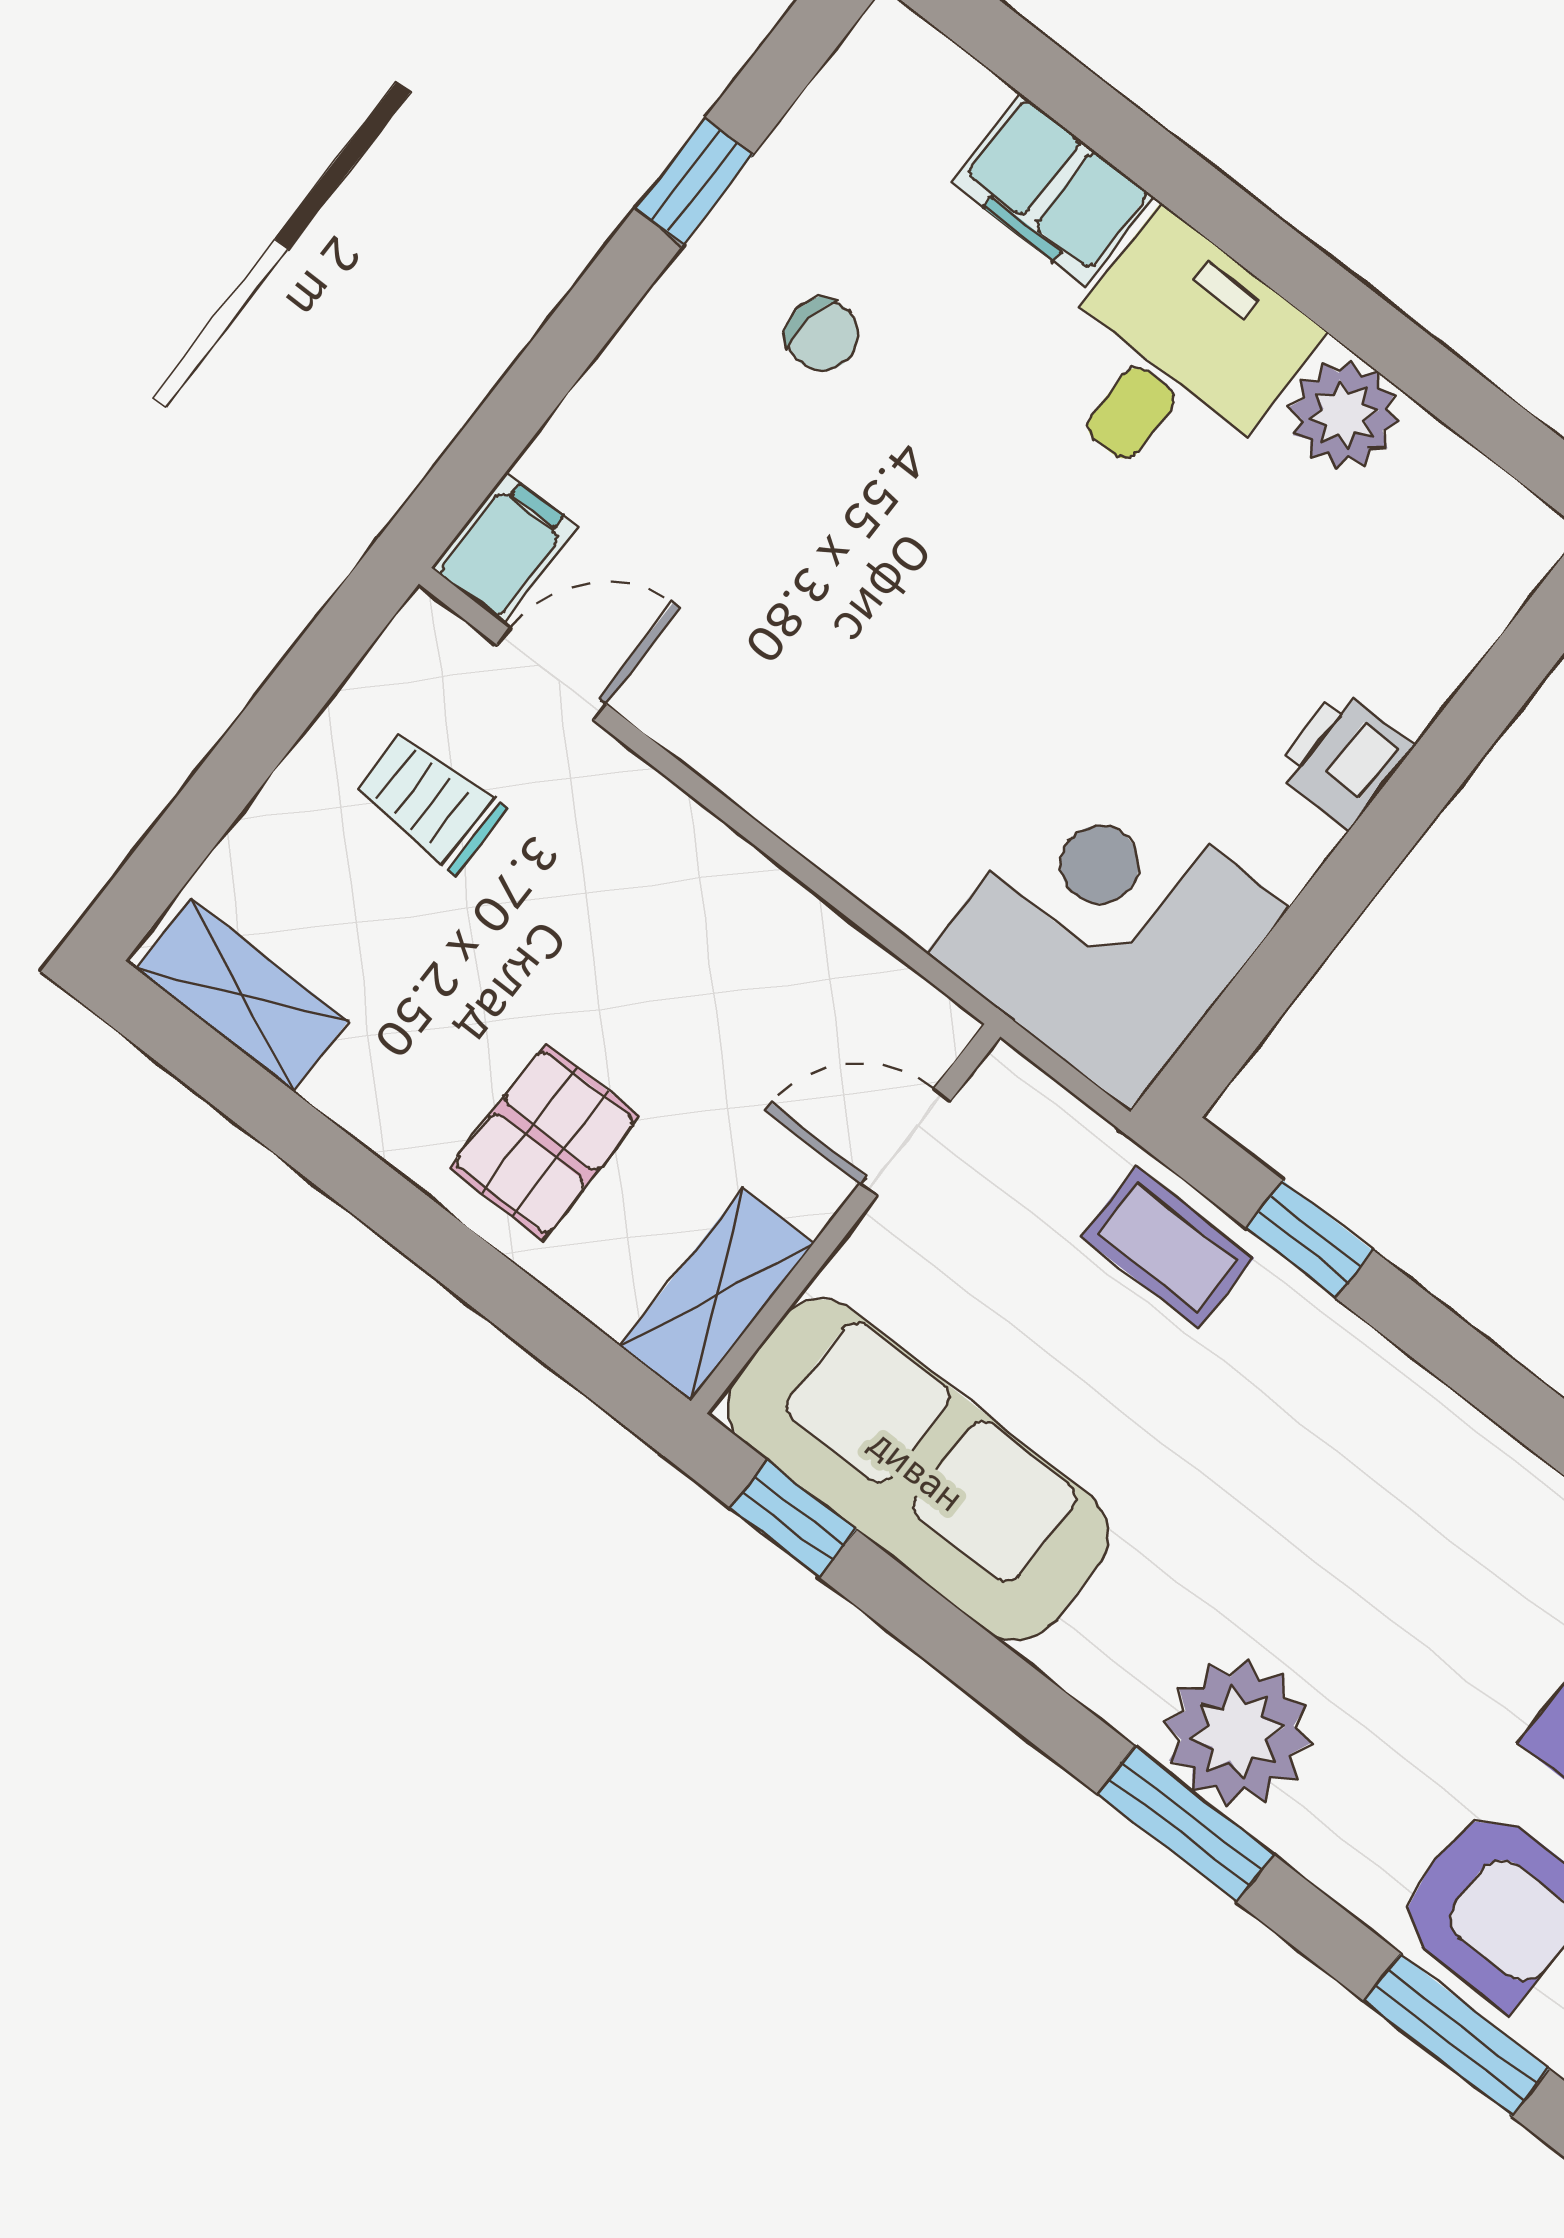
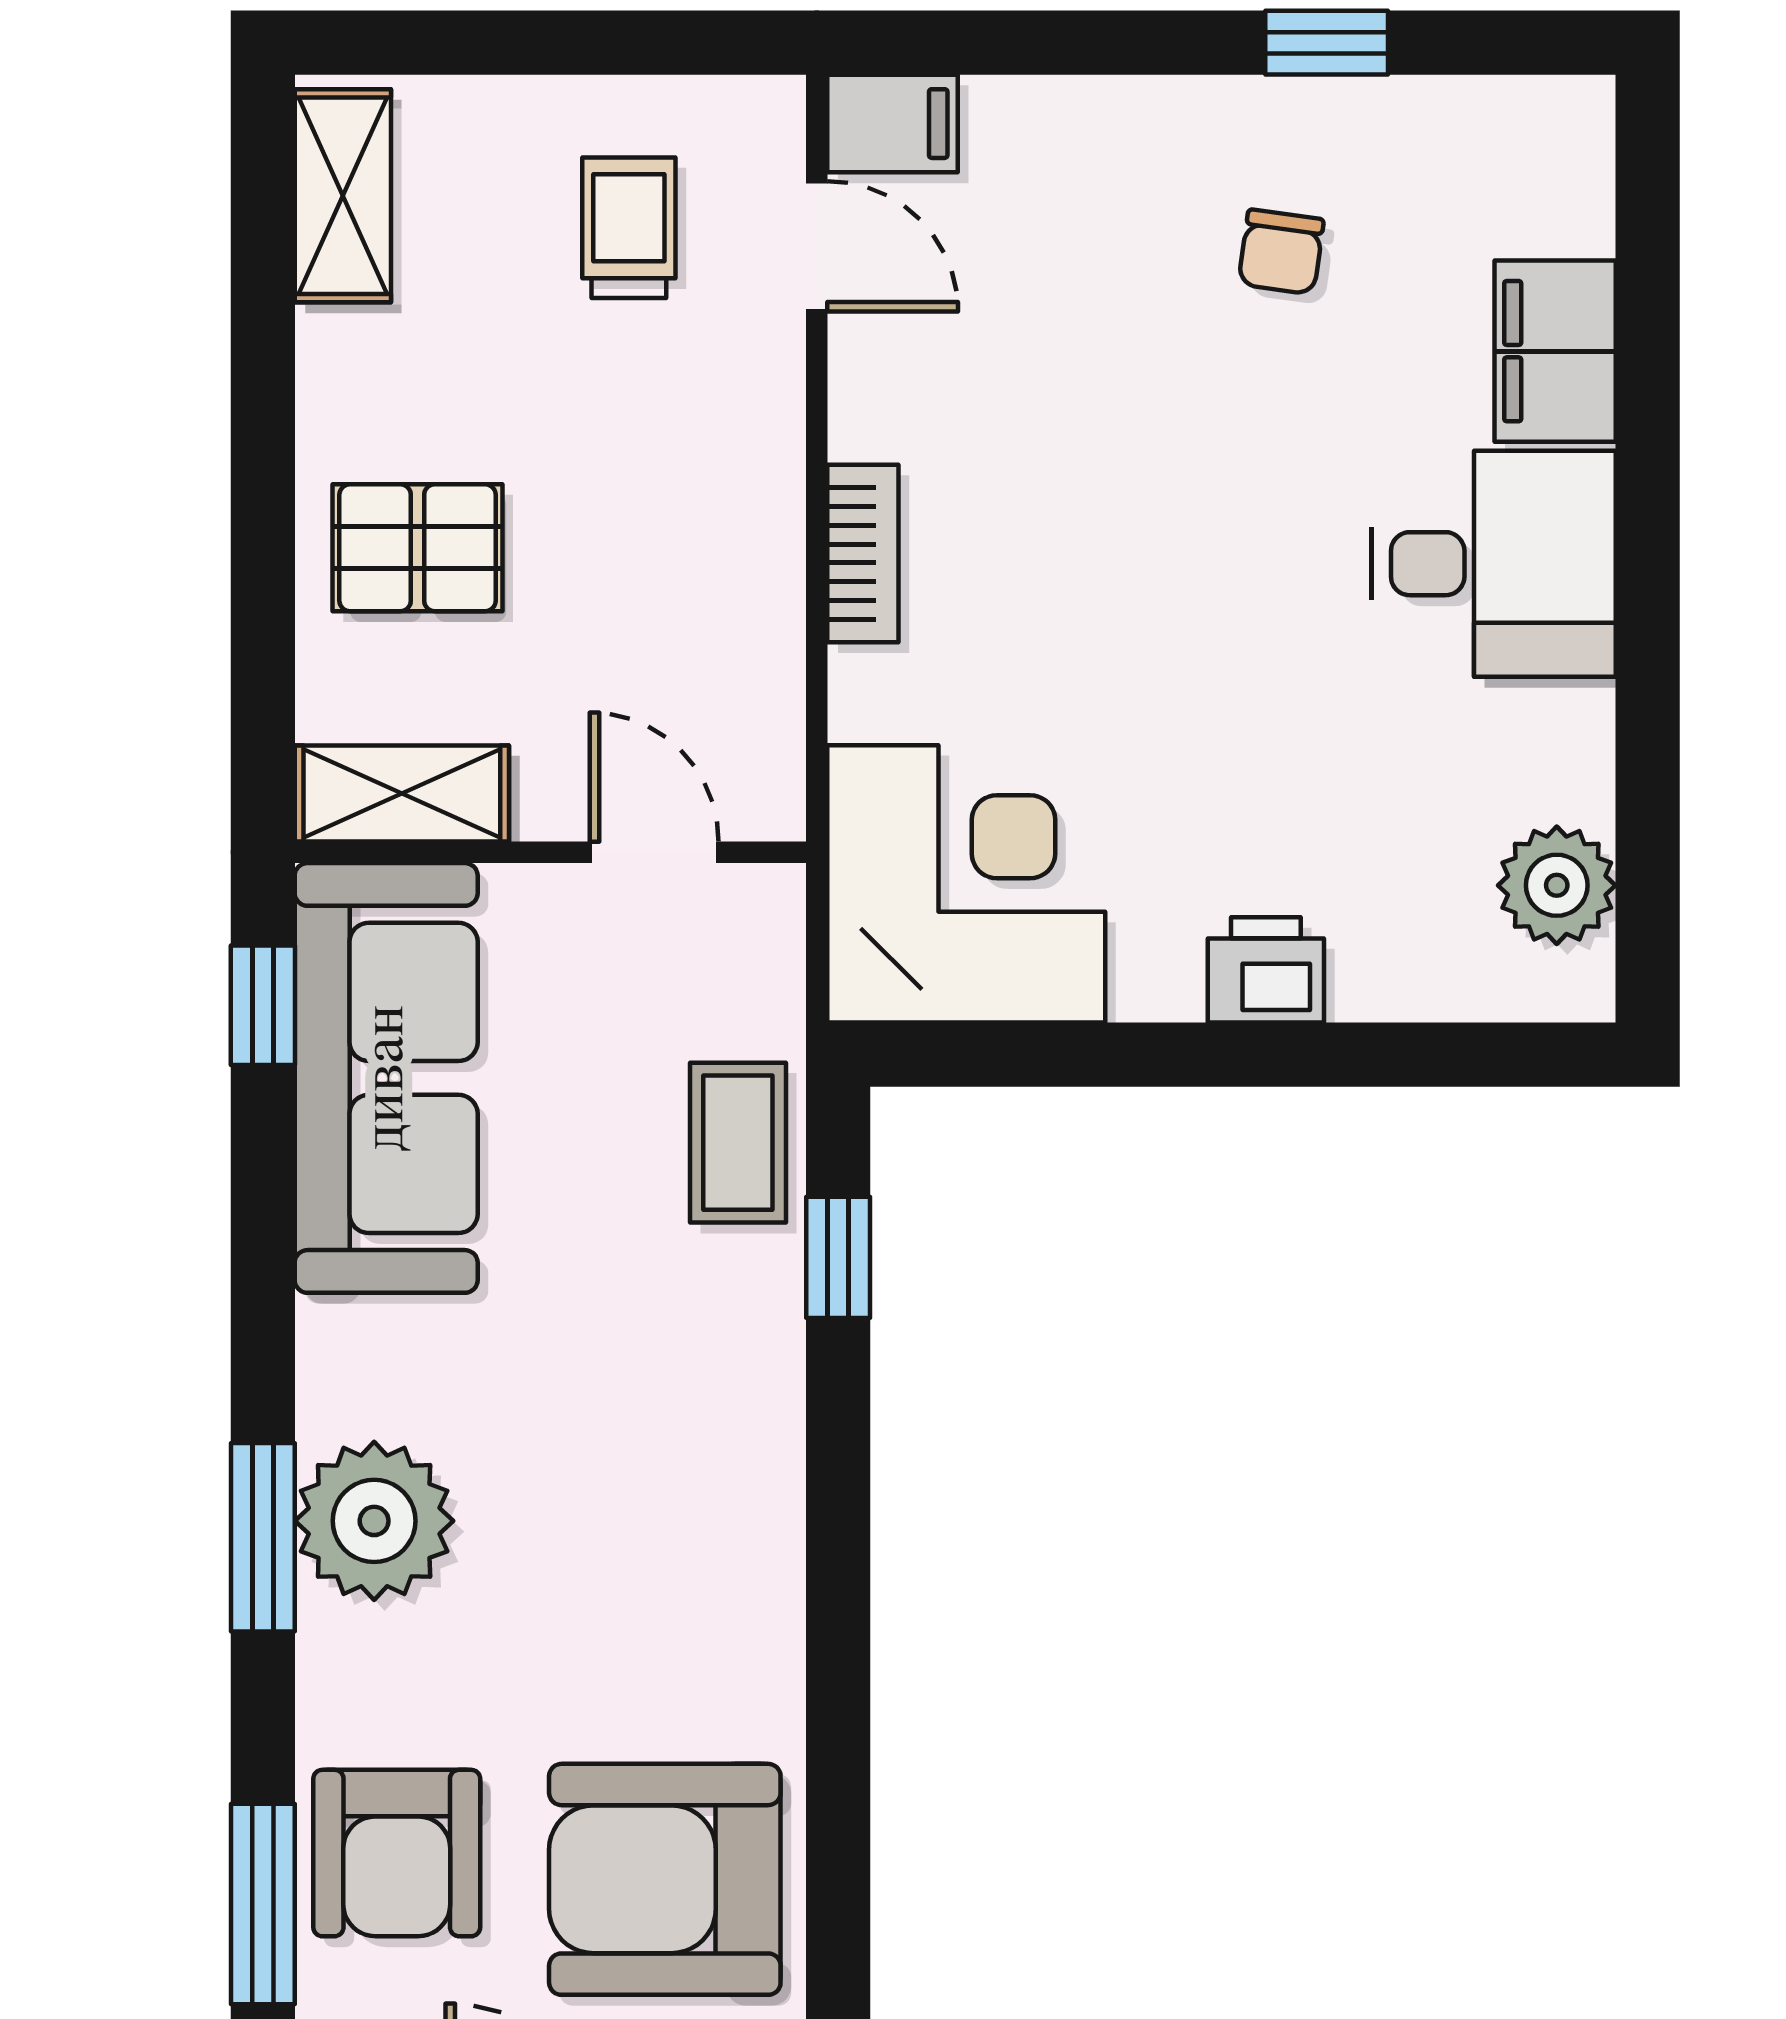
plant: (1344, 414) -> (1557, 885), moved
bookcase: (805, 817) -> (863, 553), added

